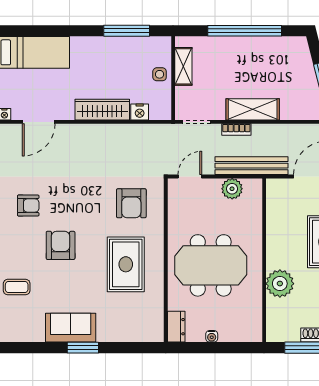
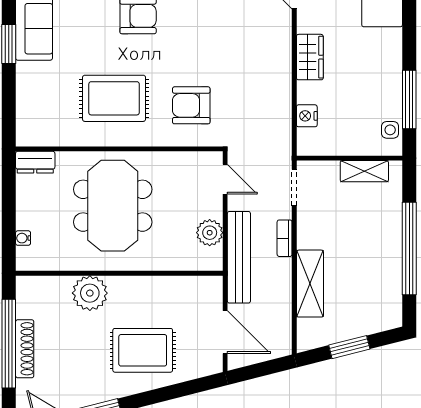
side table: (160, 74) -> (390, 130), moved
shelving: (253, 109) -> (310, 284), moved
wardrobe: (102, 110) -> (310, 57), width x0.67
water cooler: (212, 336) -> (23, 238), moved

